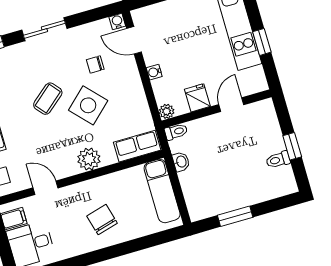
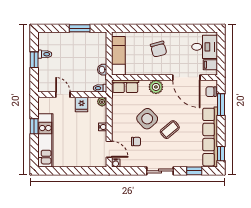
door: (231, 105) -> (63, 95), swing flipped
door: (45, 188) -> (186, 77), width x1.87

